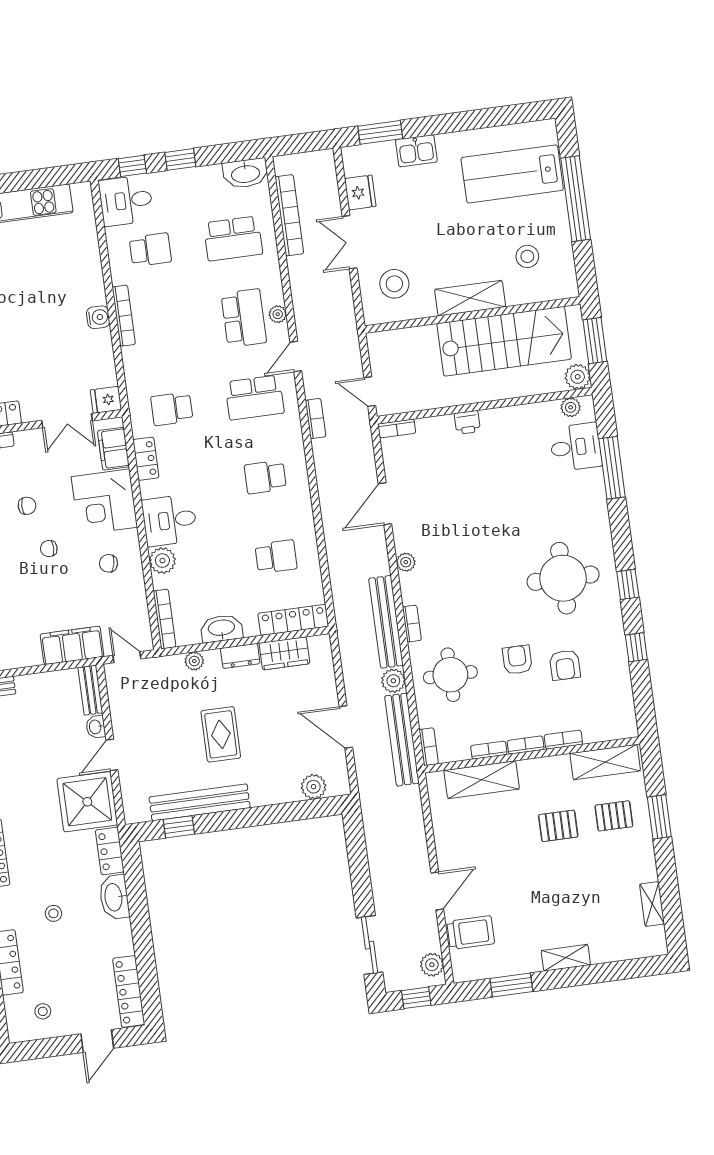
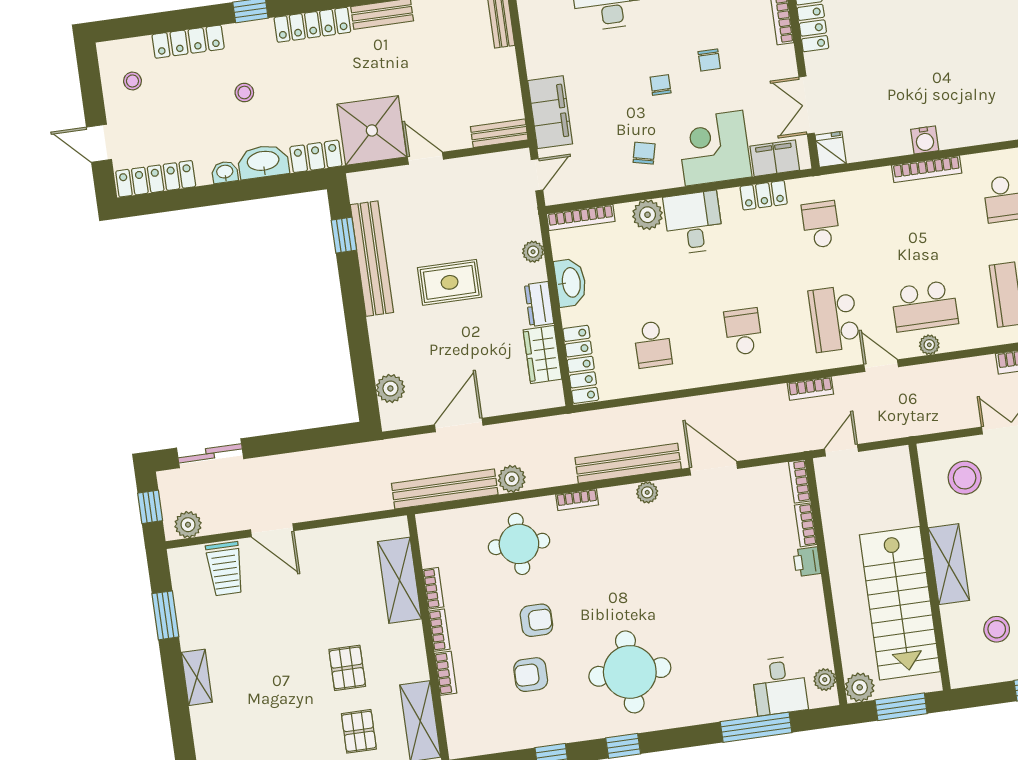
bench: (386, 622) -> (628, 463), moved
washbasin: (96, 727) -> (225, 172), moved
bookcase: (429, 747) -> (806, 525), moved, turned 90

